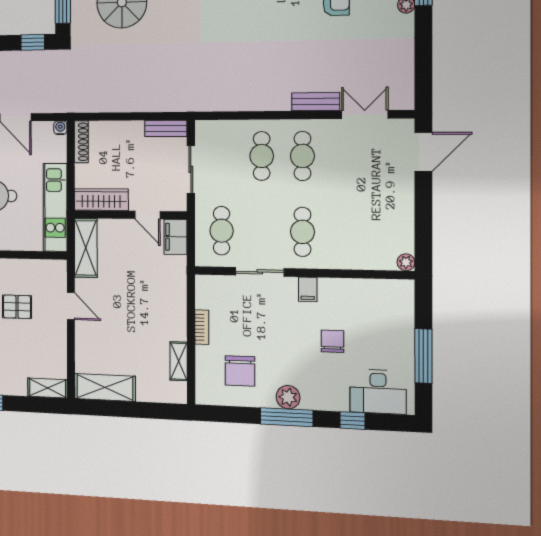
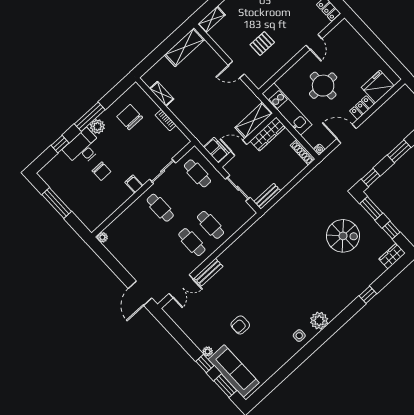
shelving: (86, 248) -> (254, 120), moved, turned 90
desk: (378, 392) -> (83, 148), moved

